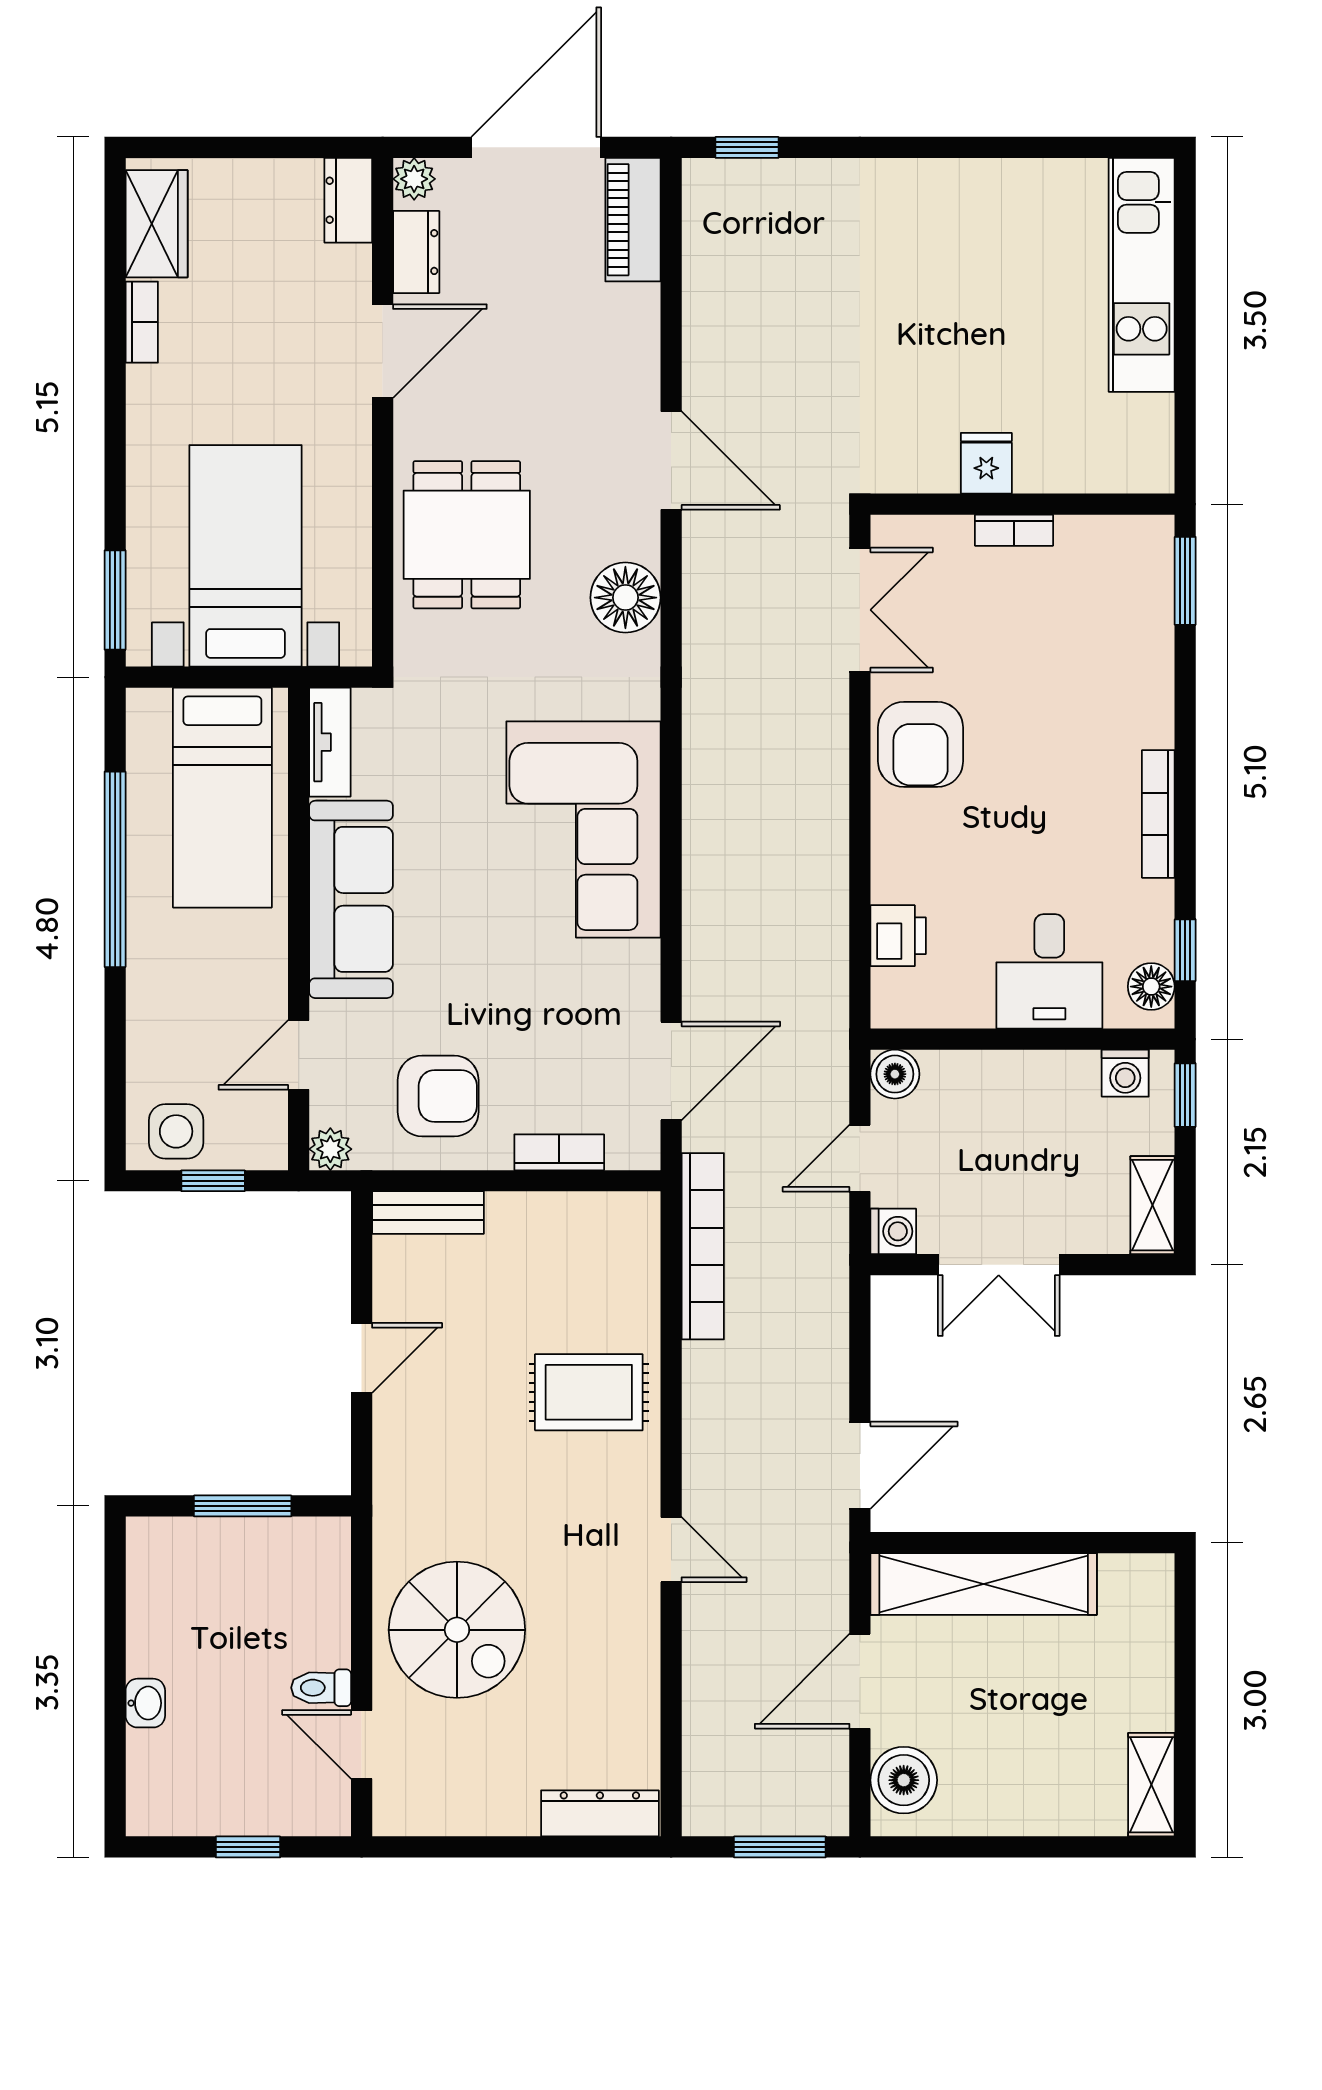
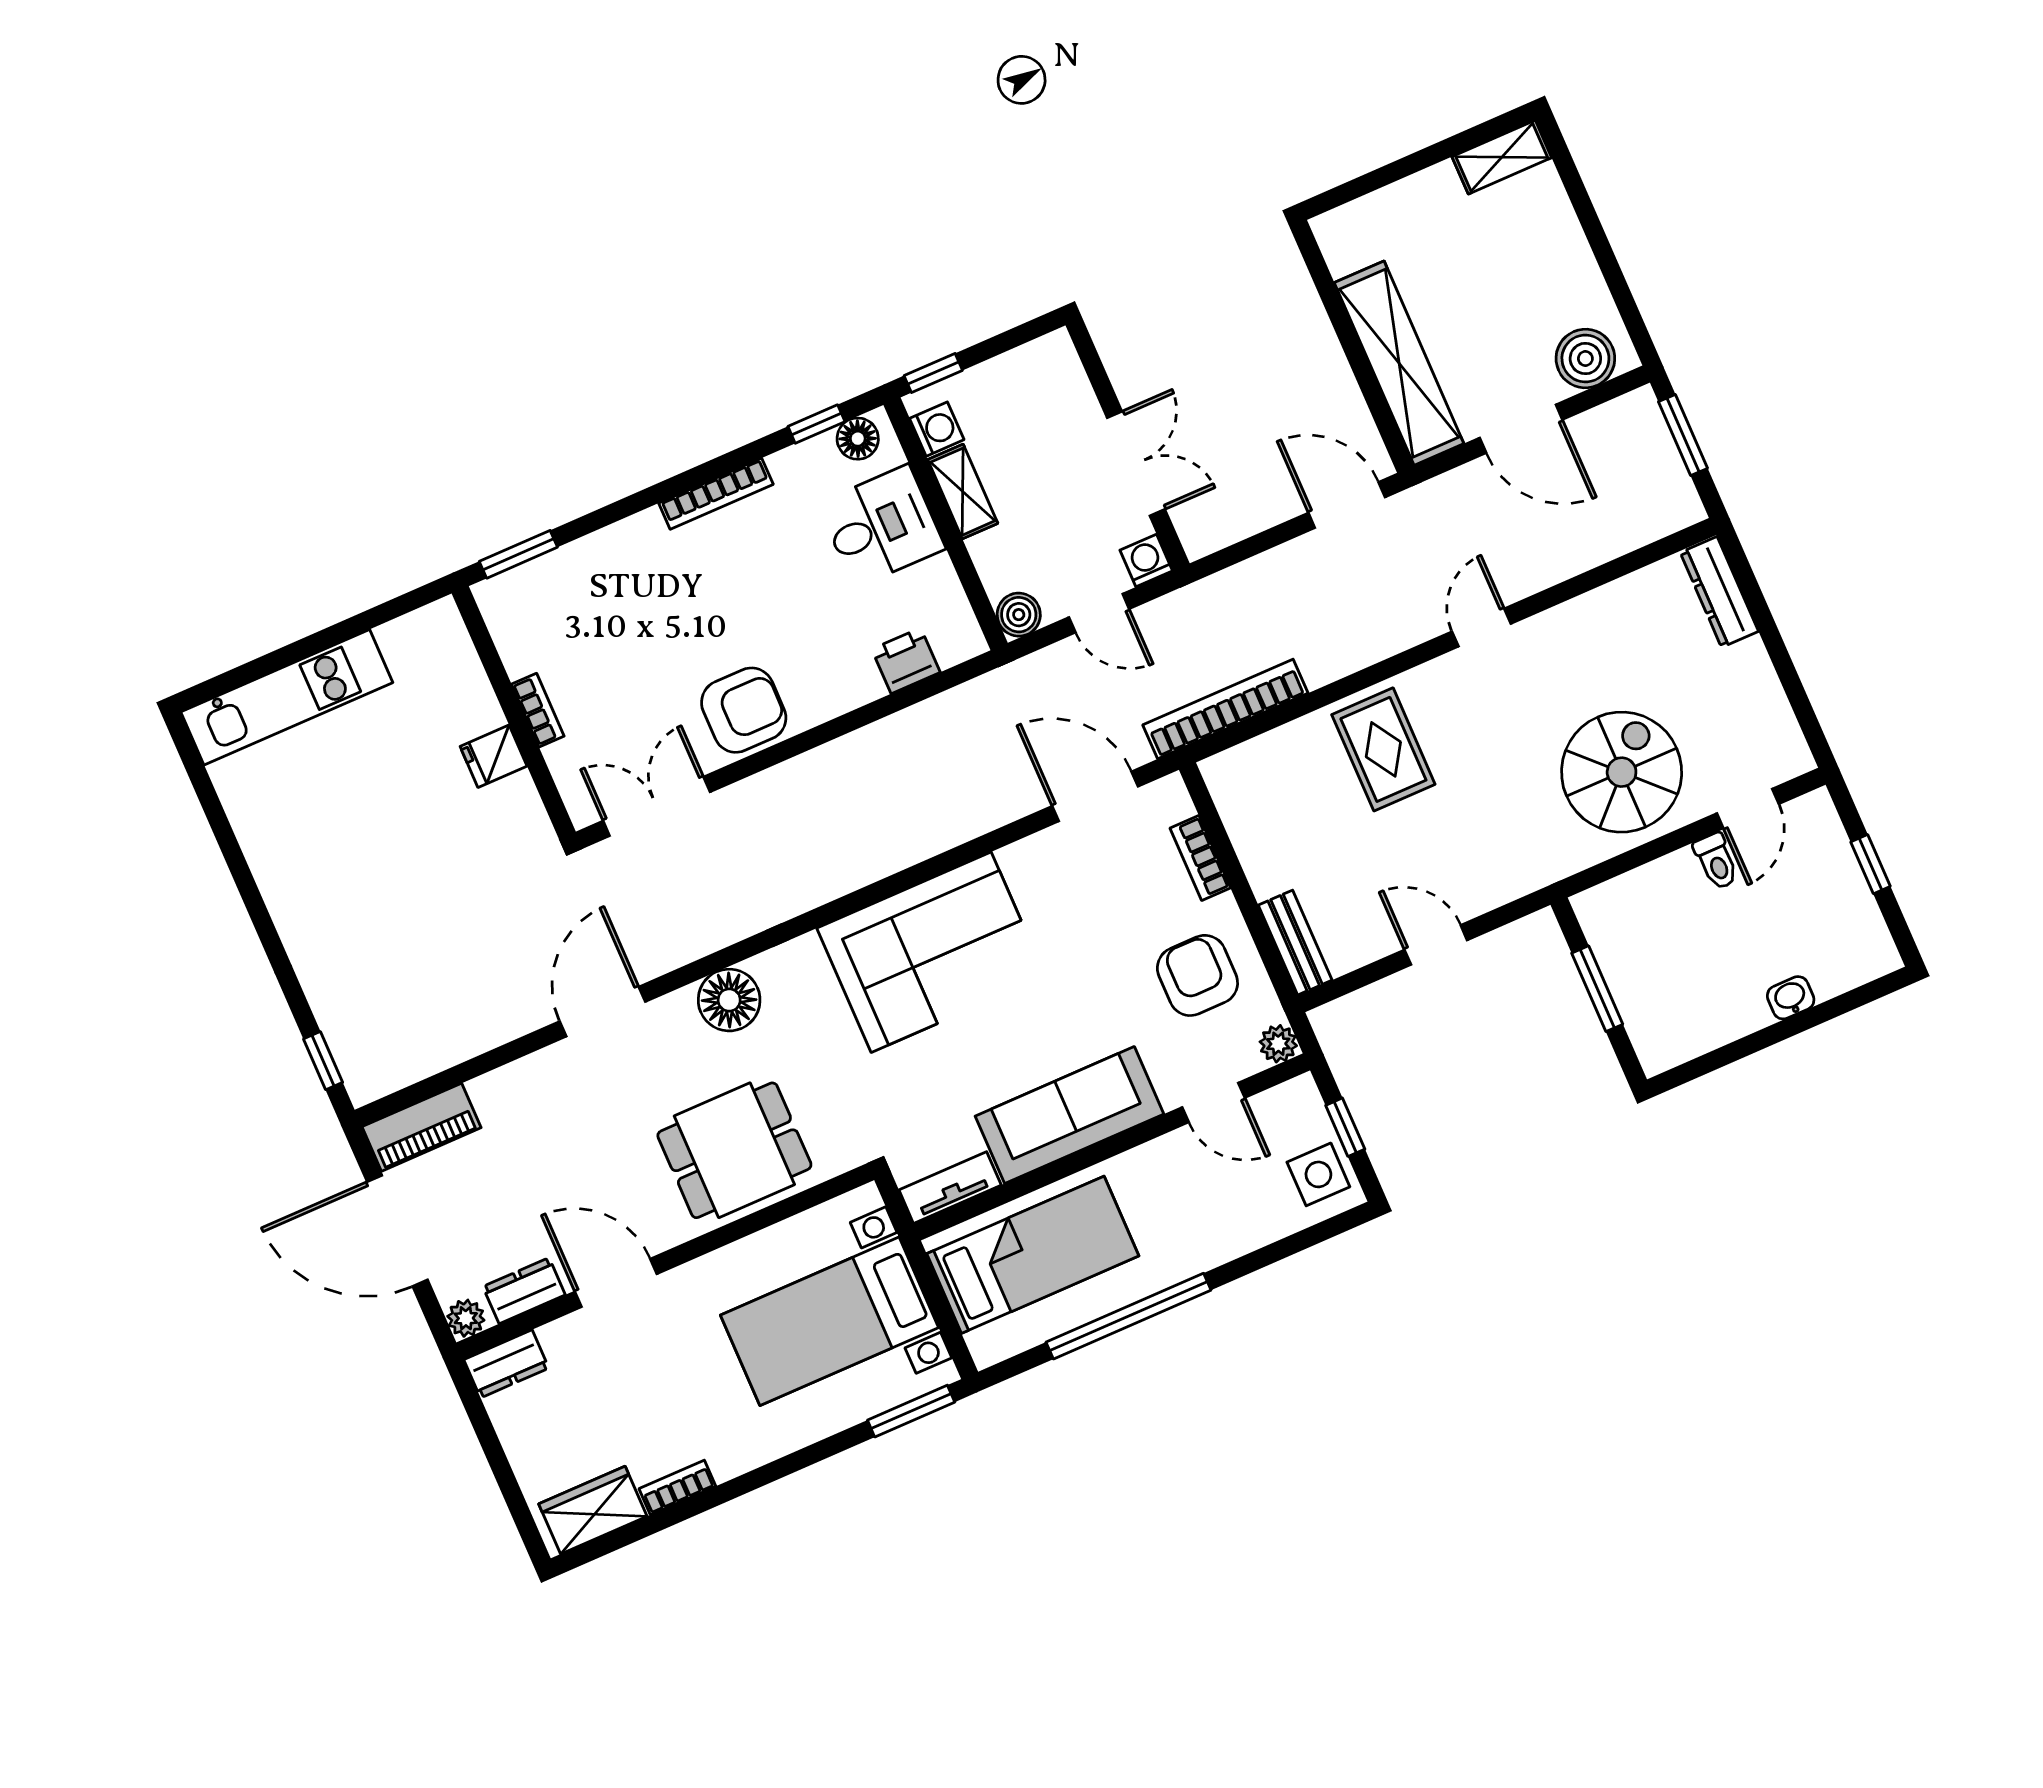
shelving: (1153, 1205) -> (963, 492), moved, turned 90

